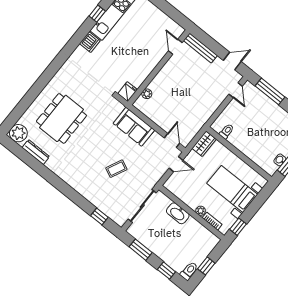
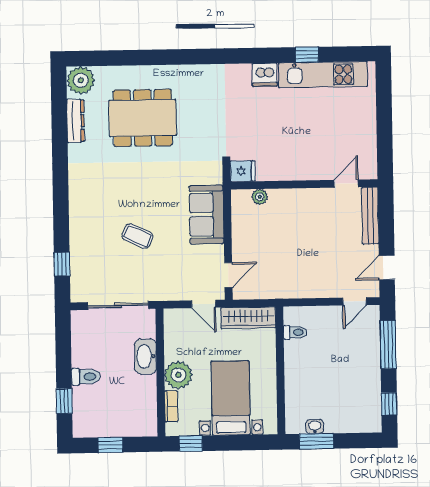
door: (232, 61) -> (387, 268), swing flipped
wardrobe: (204, 144) -> (248, 318), width x1.50
plant: (201, 211) -> (178, 375), width x1.88, depth x1.88
window: (141, 250) -> (63, 348), removed
toilet: (189, 271) -> (86, 377), moved

